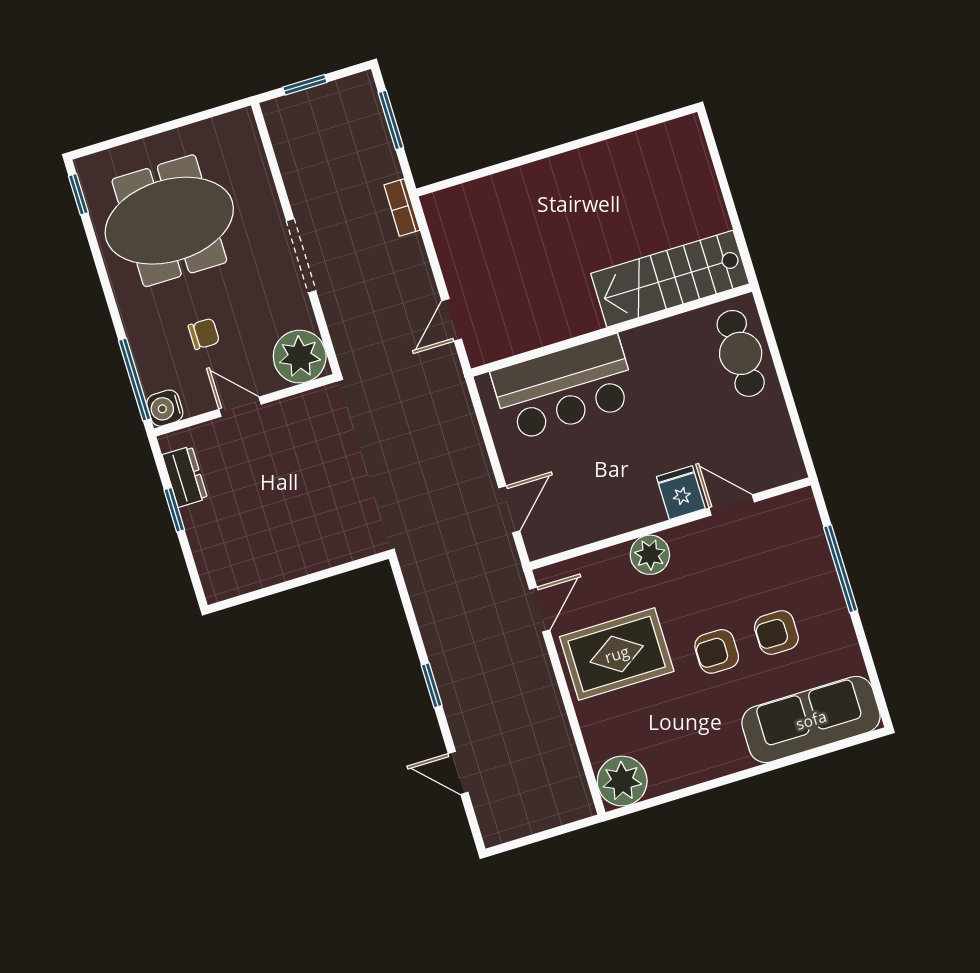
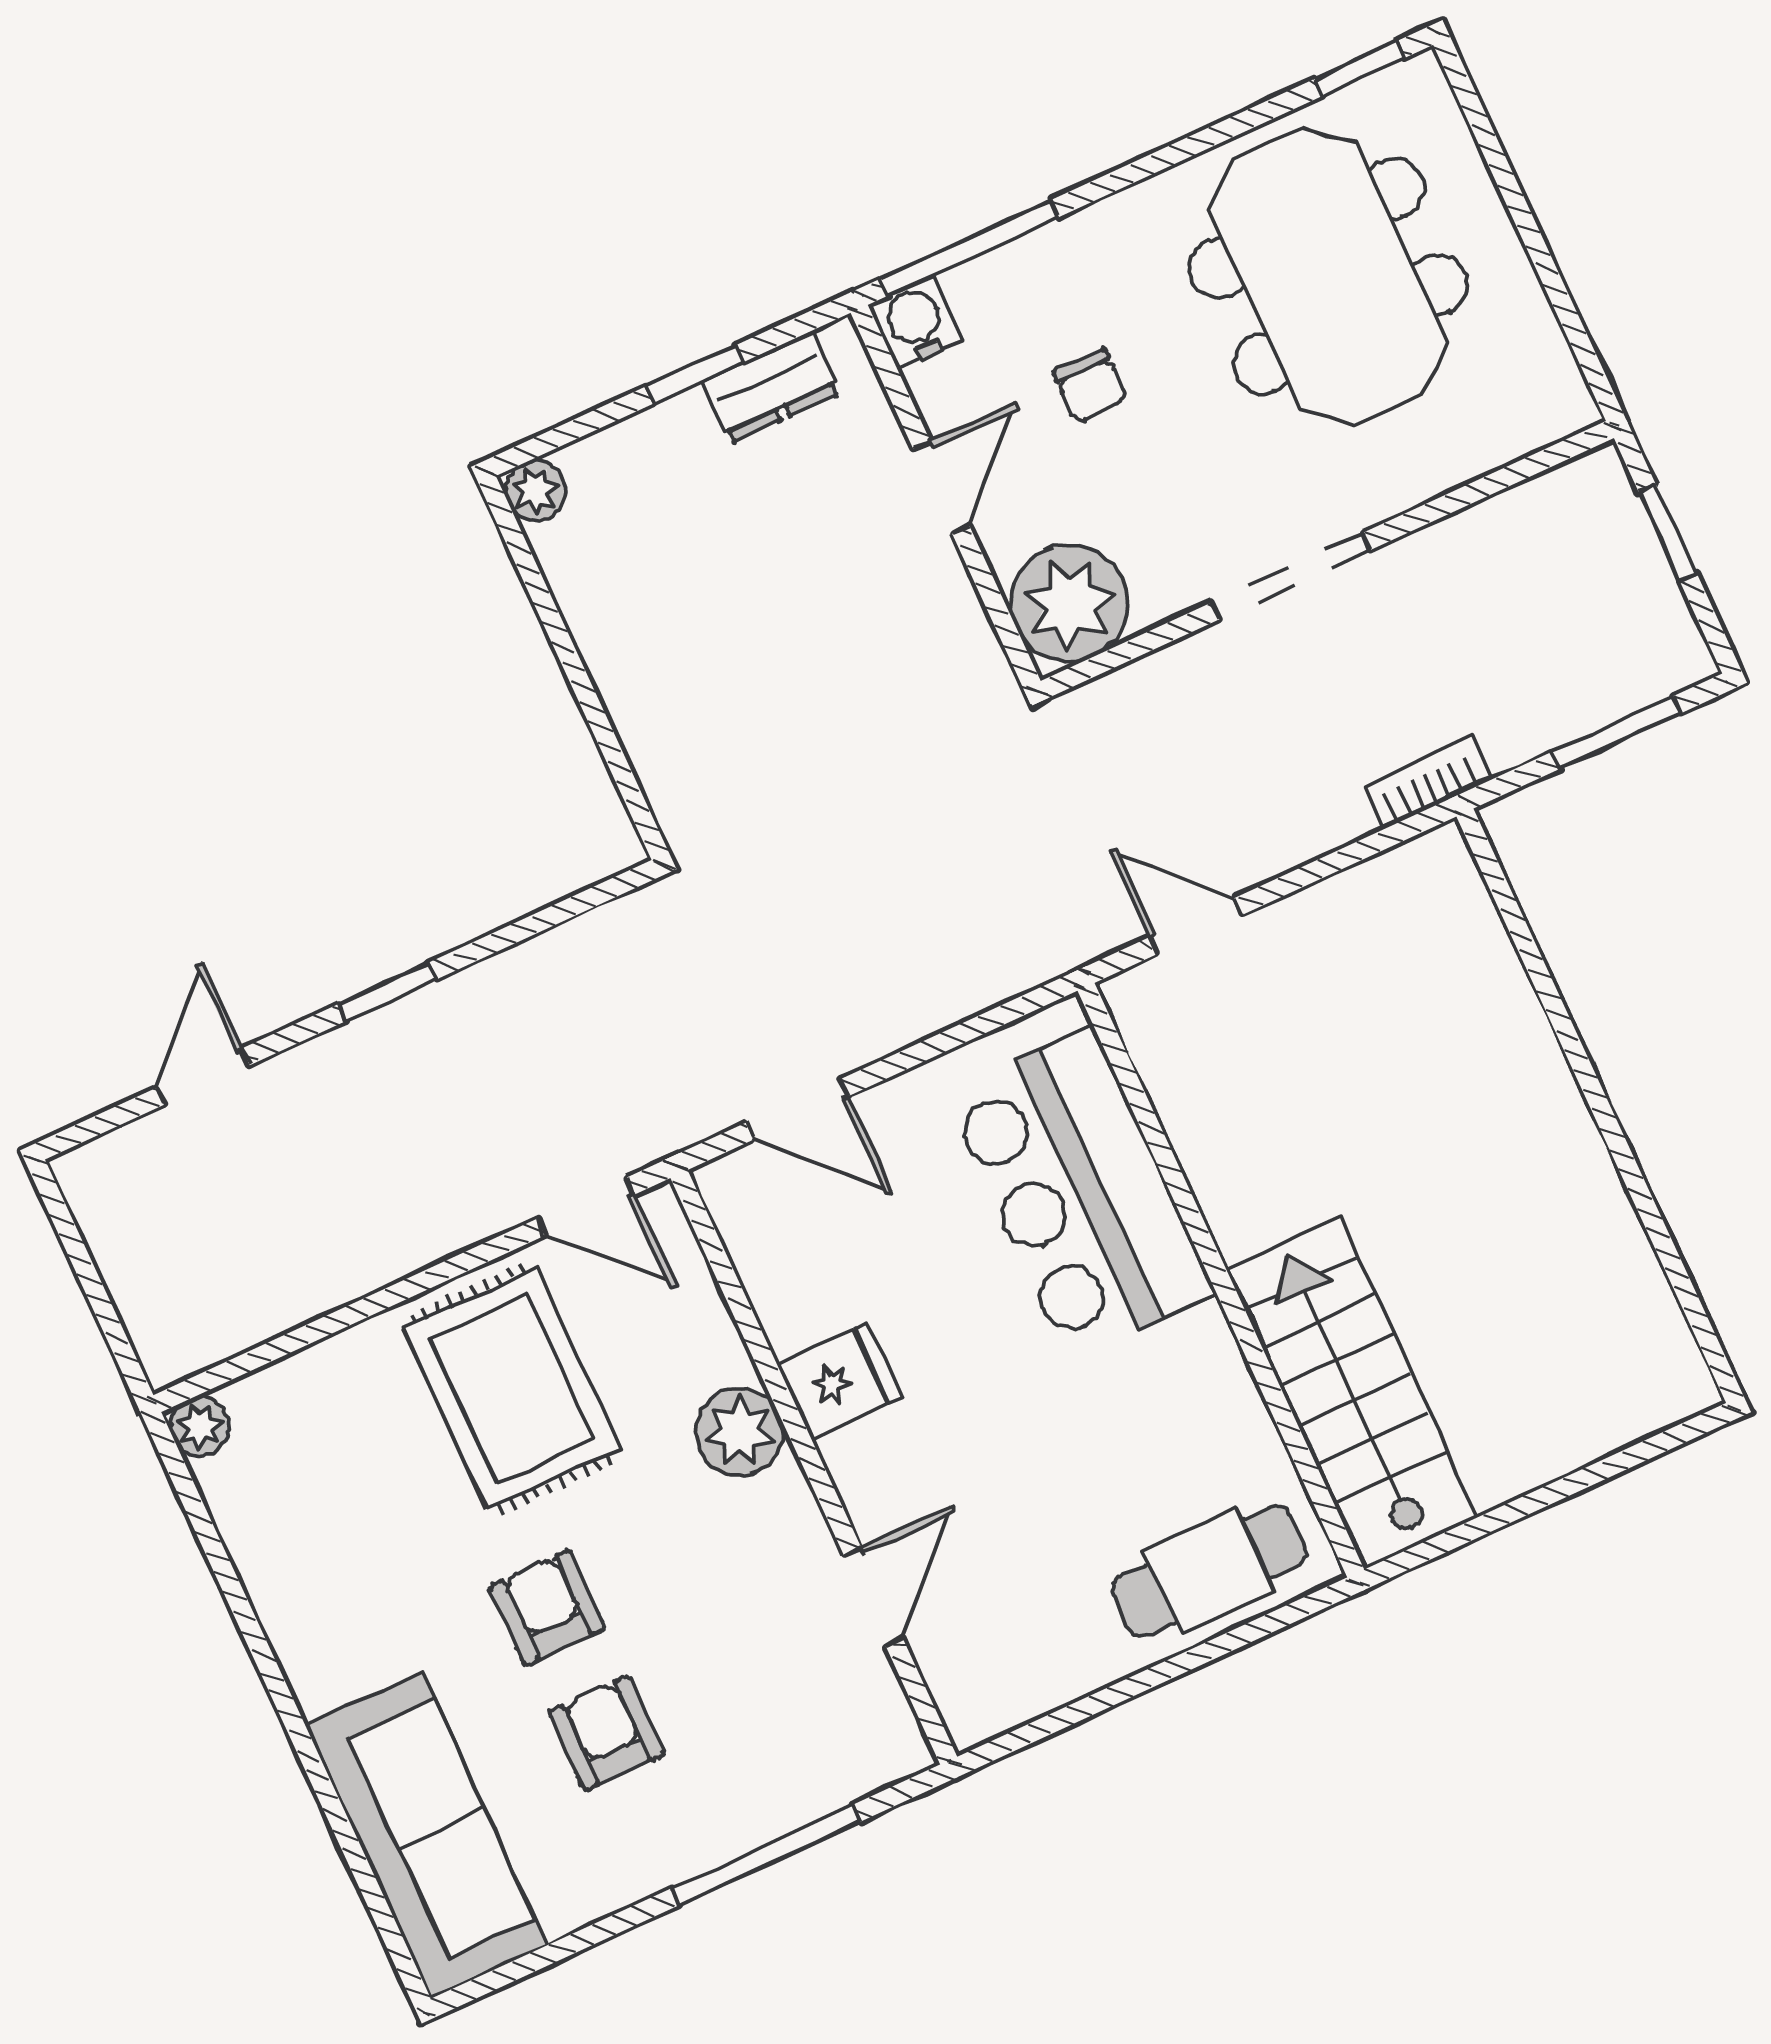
fridge: (681, 493) -> (839, 1381), moved
plant: (217, 588) -> (536, 491), added
plant: (622, 781) -> (200, 1427), width x0.53, depth x0.53

